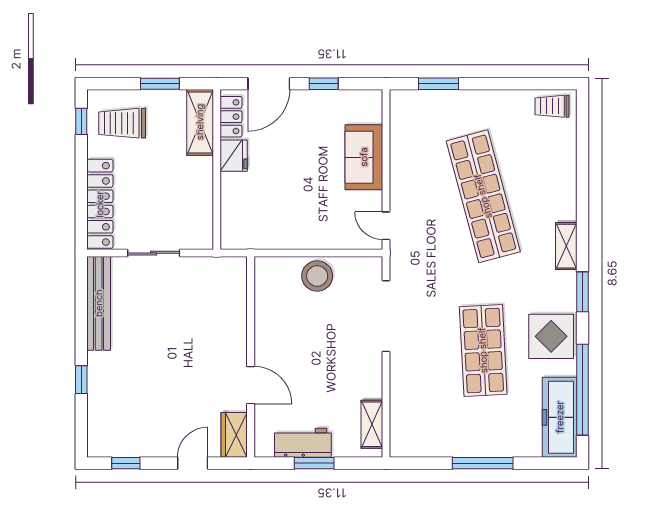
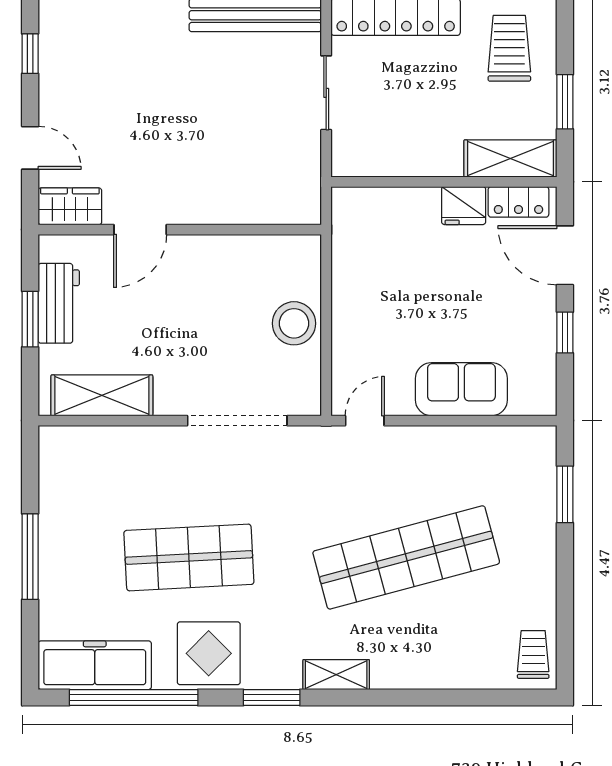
shelving: (372, 424) -> (102, 395), width x1.50, depth x1.33

